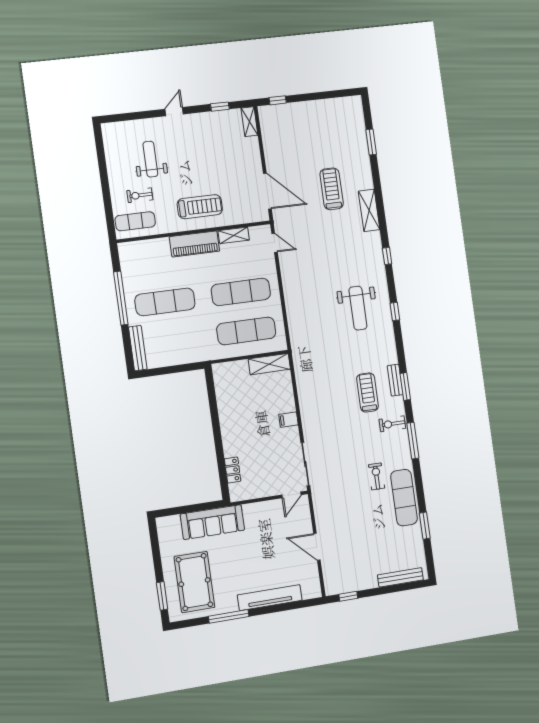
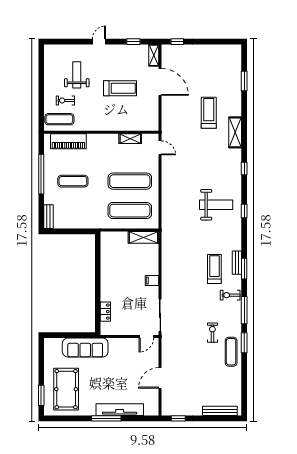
door: (267, 191) -> (160, 82), moved
treadmill: (200, 207) -> (120, 88), moved
piano: (195, 244) -> (68, 141), moved
exercise mat: (165, 302) -> (73, 181), width x0.73, depth x0.69
weight bench: (358, 308) -> (216, 205), turned -90
bench: (138, 348) -> (49, 217), width x0.73
exercise mat: (404, 498) -> (231, 352), width x0.73, depth x0.69
window: (425, 526) -> (244, 343), moved
door: (317, 547) -> (160, 378), hinge flipped
window: (229, 616) -> (106, 418), moved

